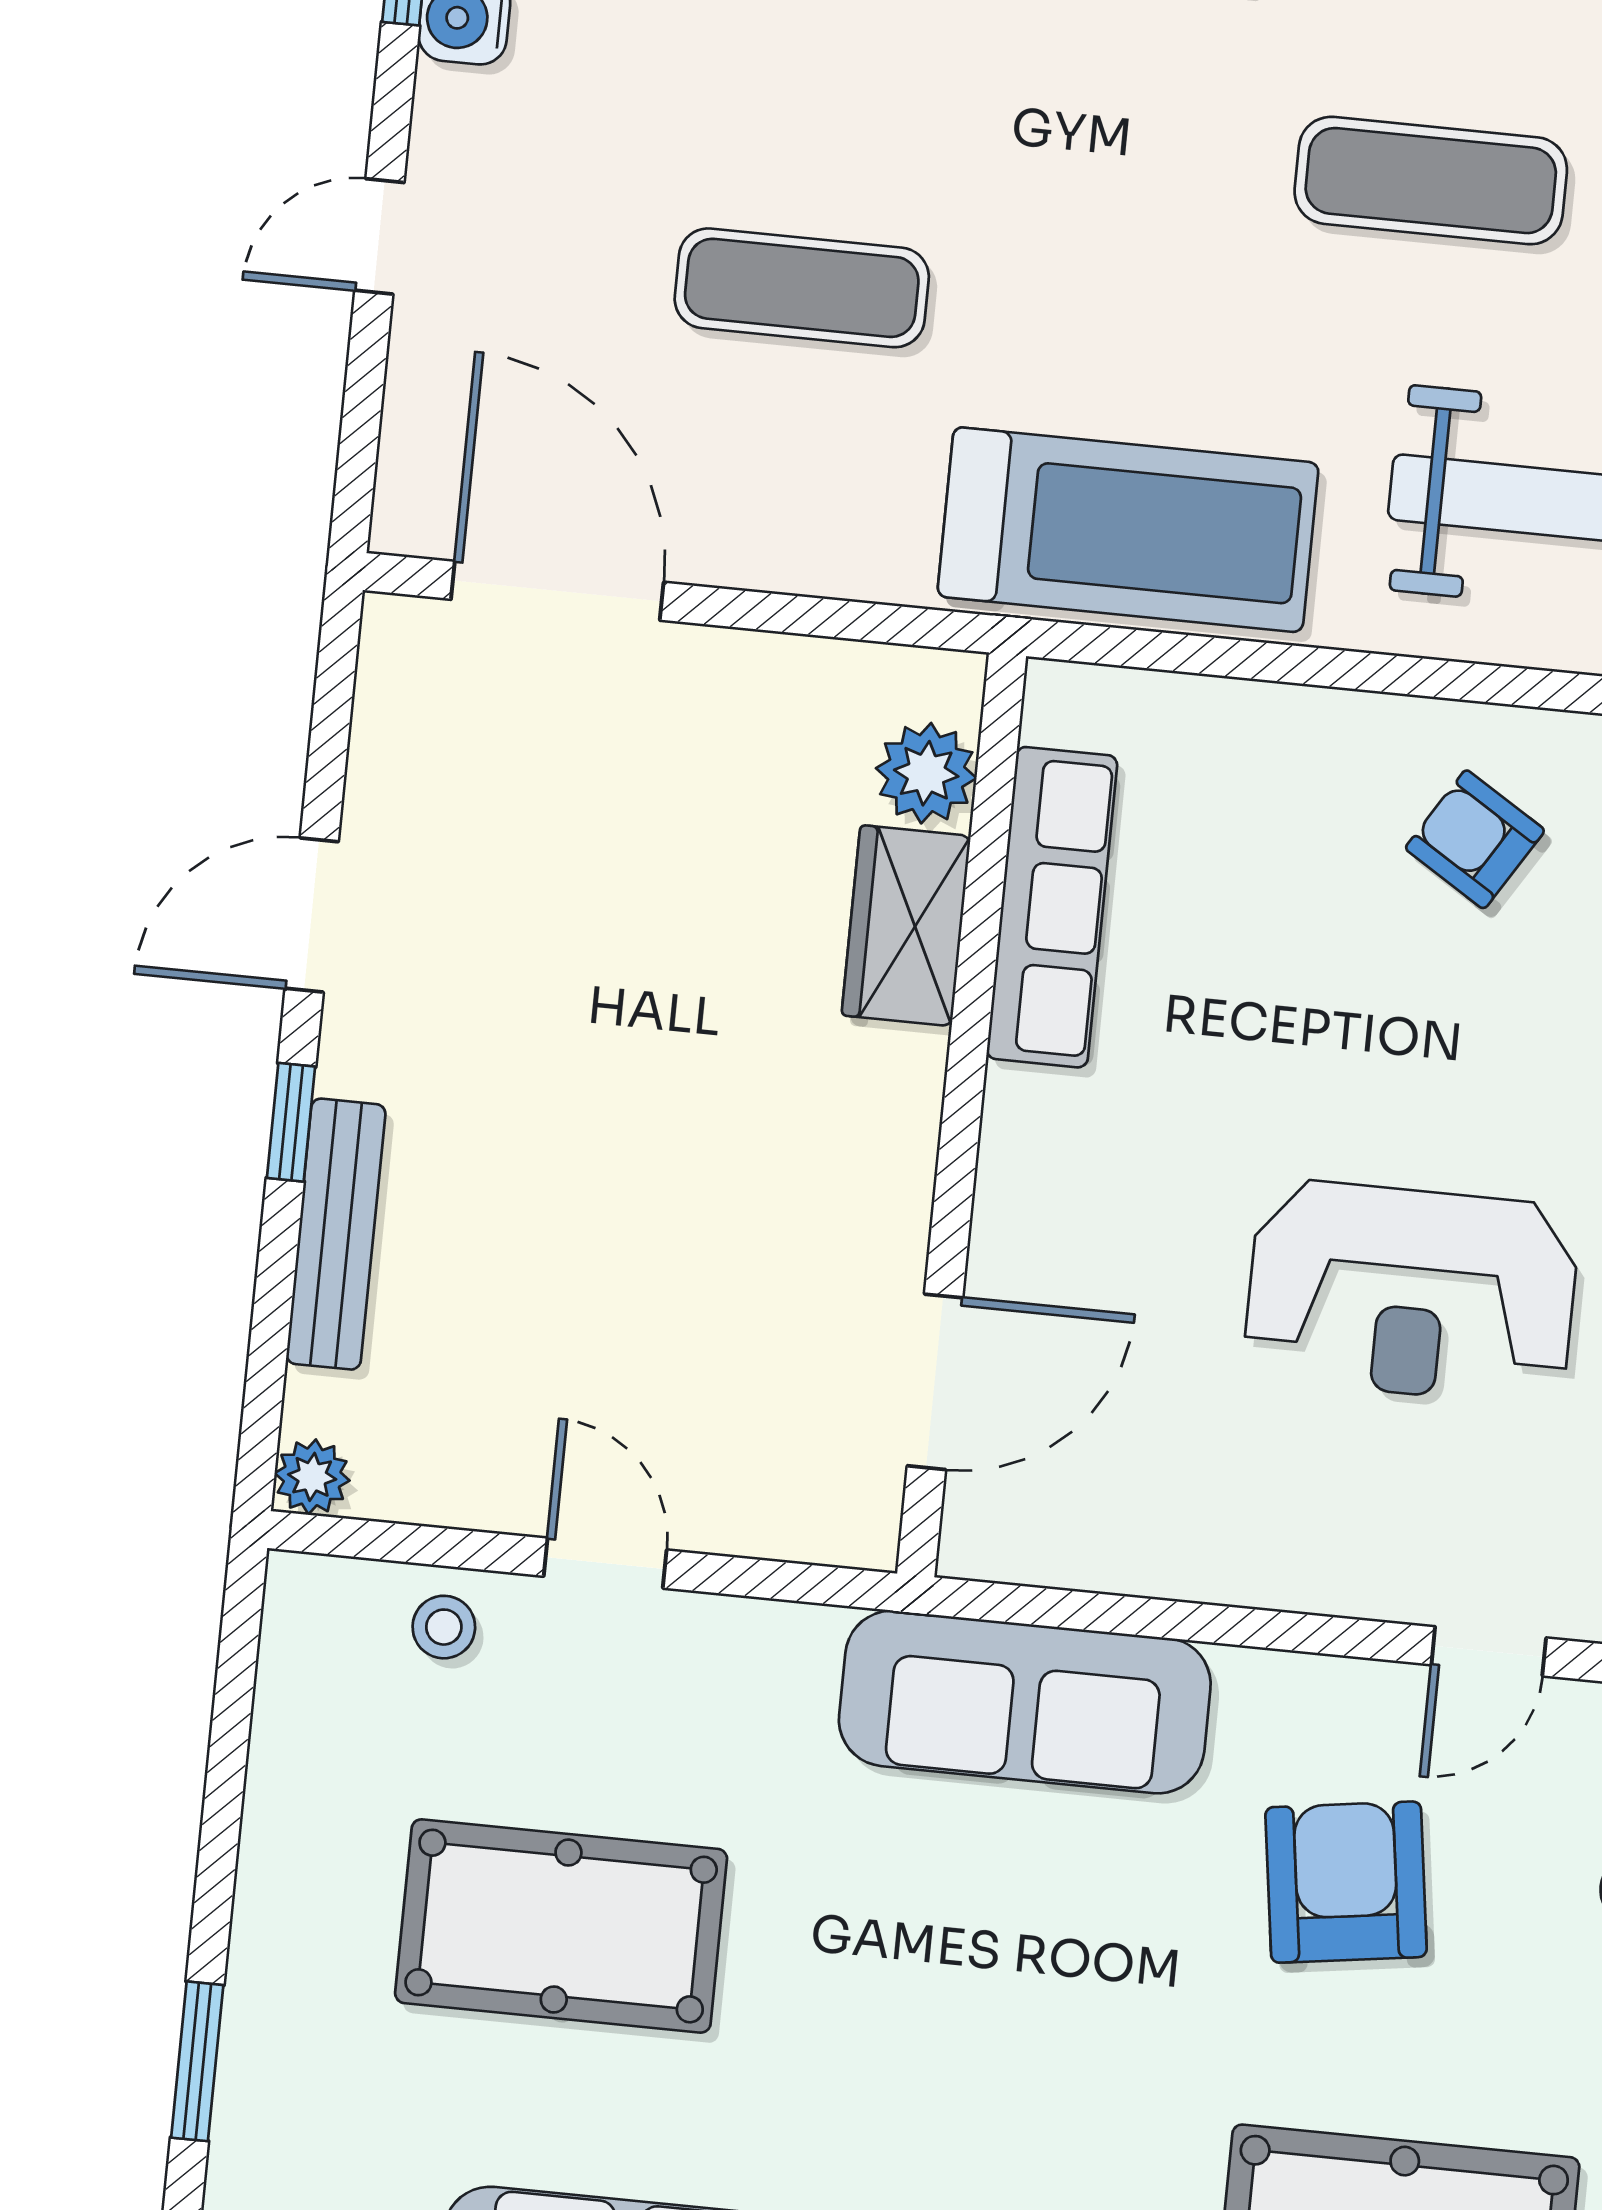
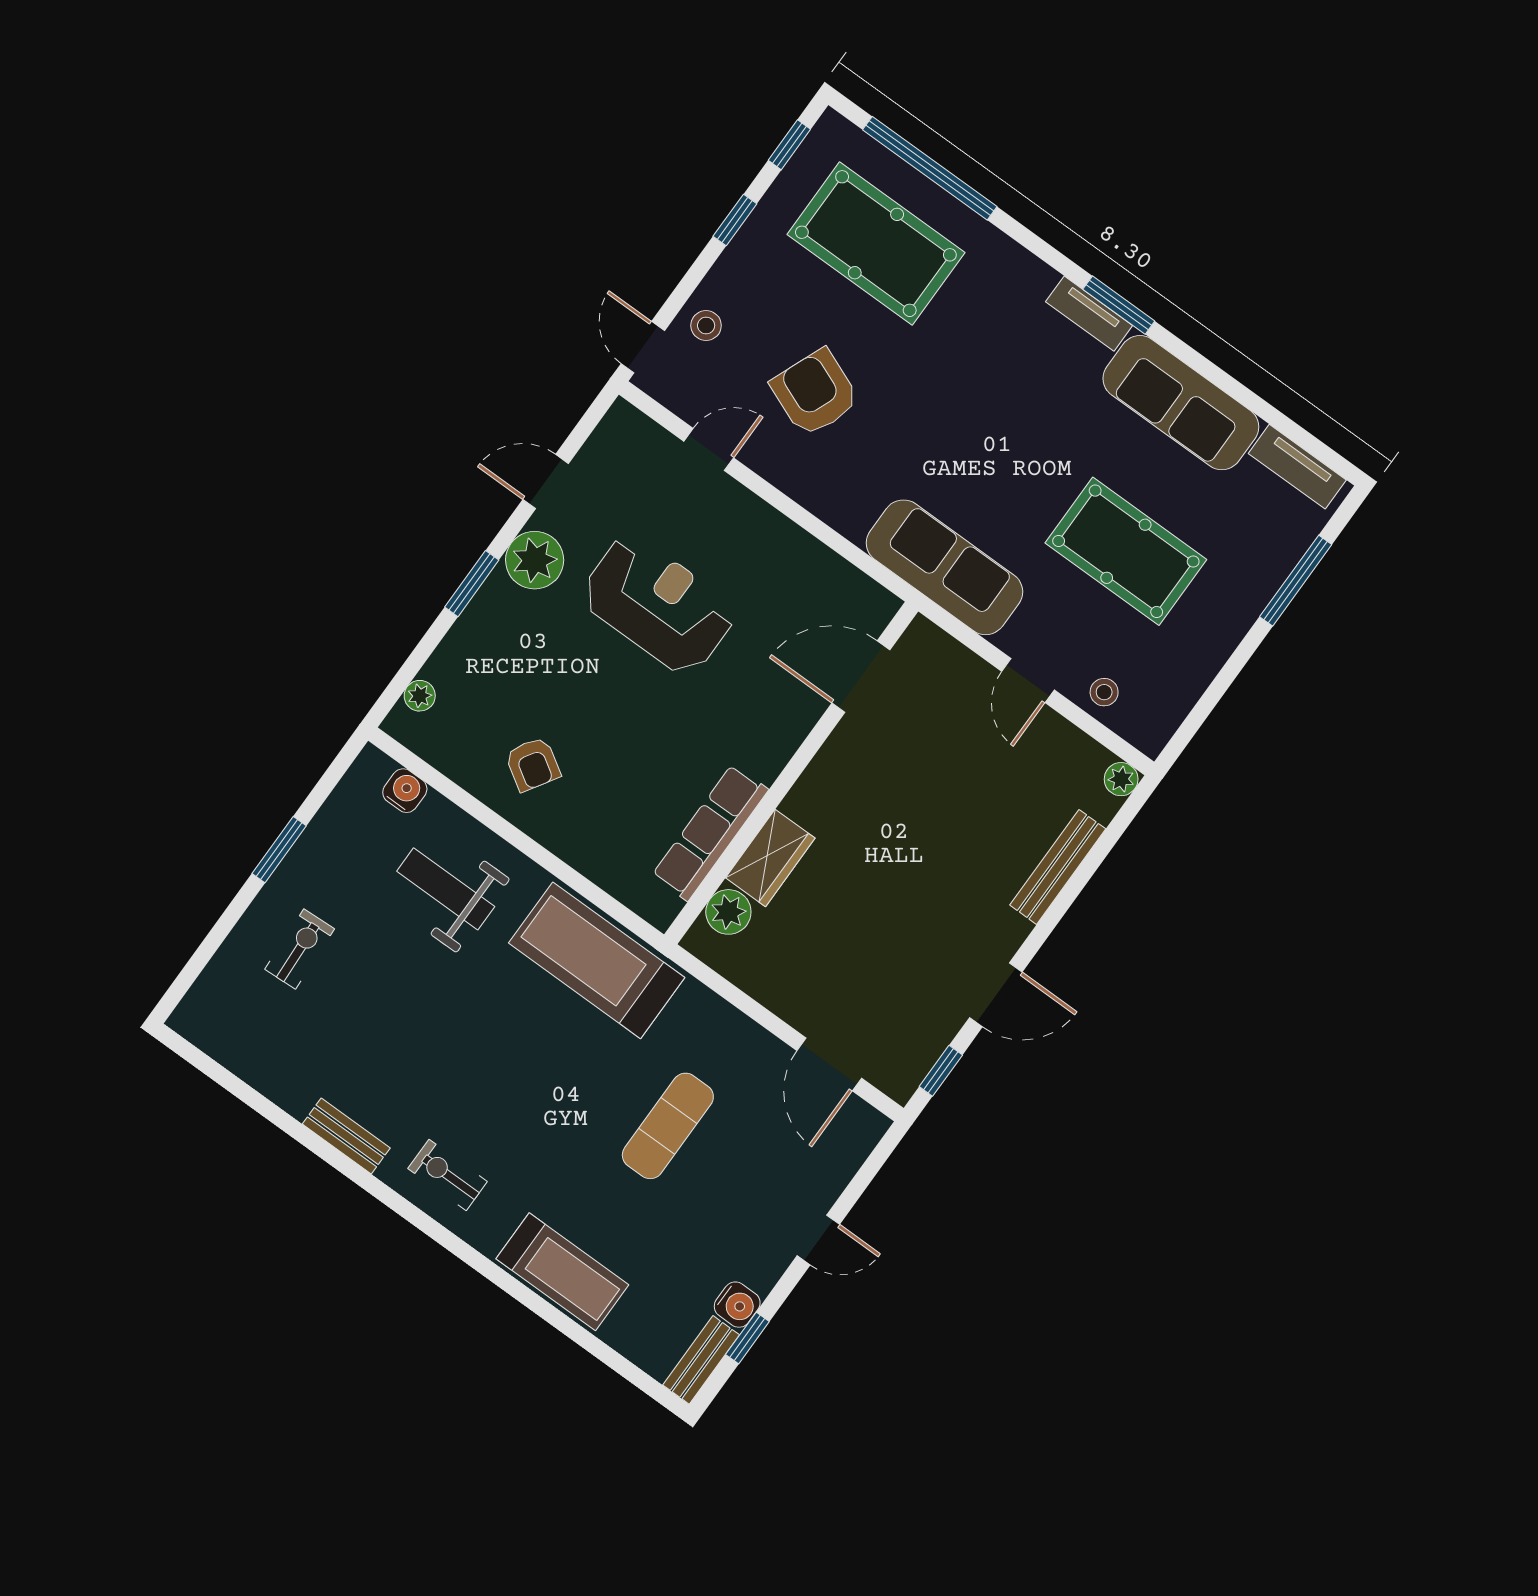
exercise mat: (1431, 181) -> (403, 1027), removed
exercise mat: (802, 288) -> (668, 1126), turned 90
door: (557, 591) -> (829, 1064), width x0.73
window: (291, 1122) -> (941, 1071), moved
sofa: (1025, 1702) -> (944, 567), moved
armchair: (1346, 1882) -> (815, 393), turned 120
window: (197, 2061) -> (1296, 581), width x1.44

